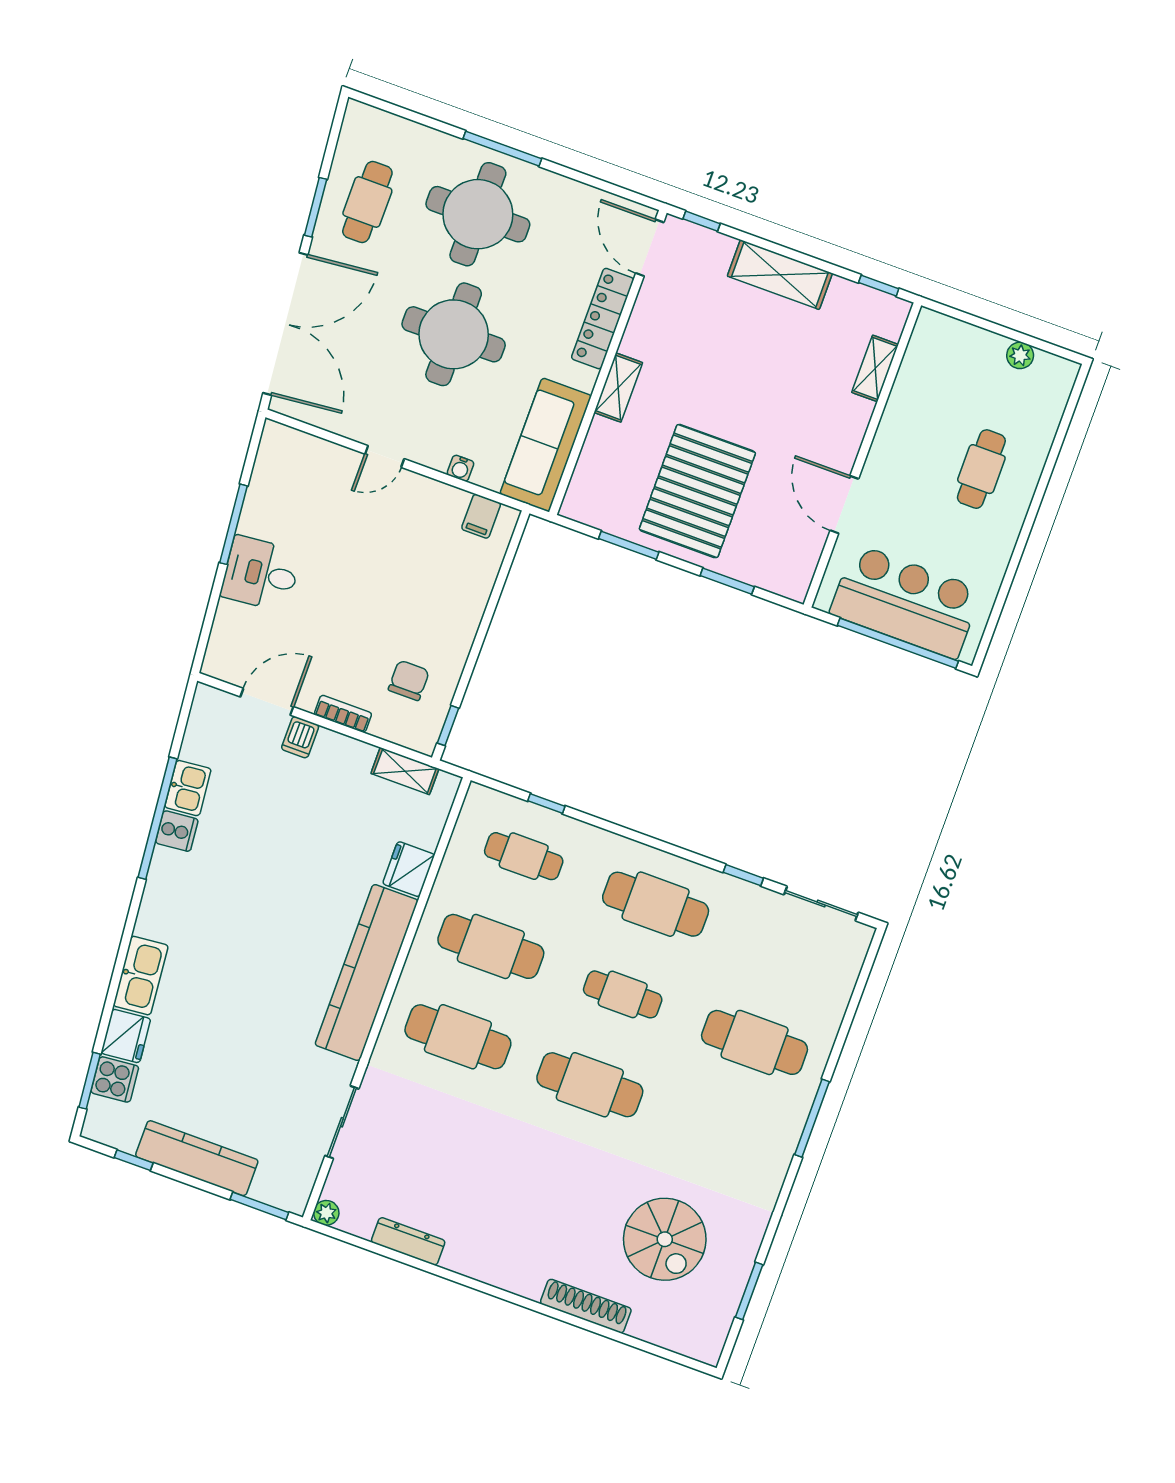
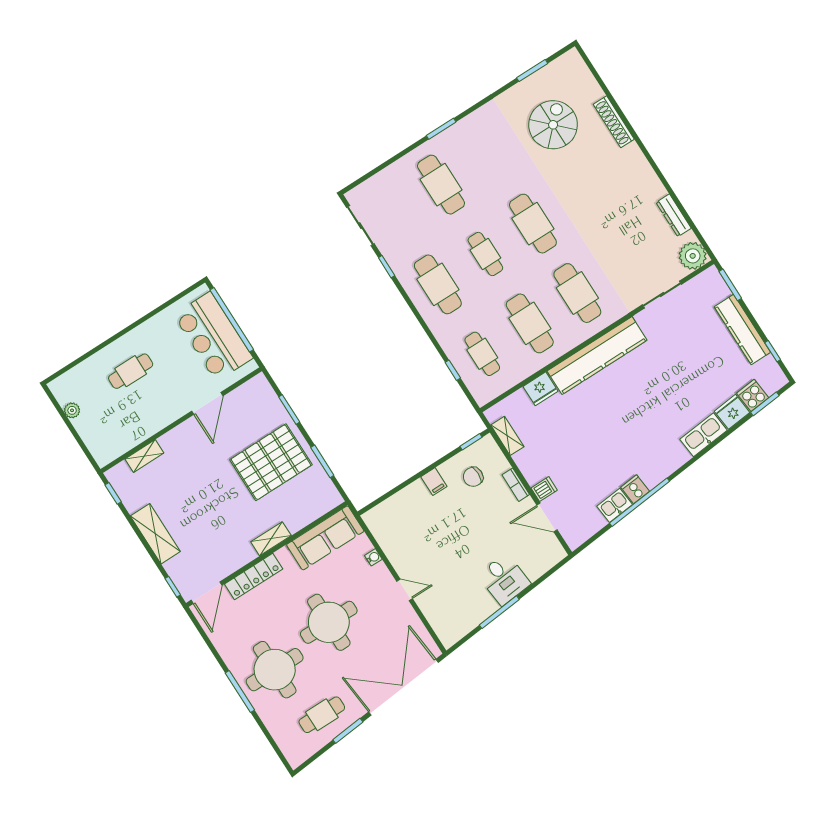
filing cabinet: (481, 516) -> (434, 482), moved, turned 90
window: (812, 1118) -> (441, 129), width x0.69
plant: (326, 1213) -> (693, 256), width x1.87, depth x1.87

